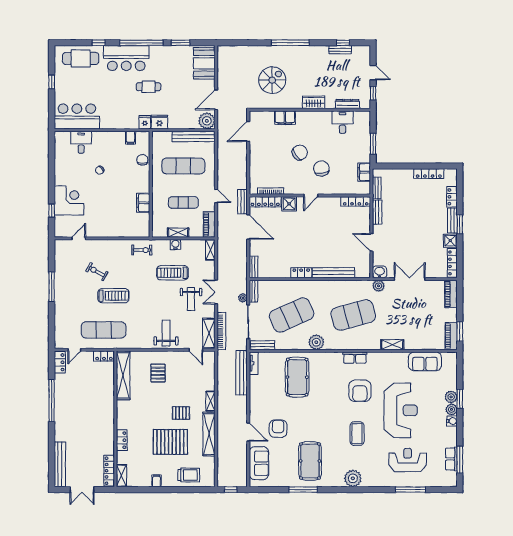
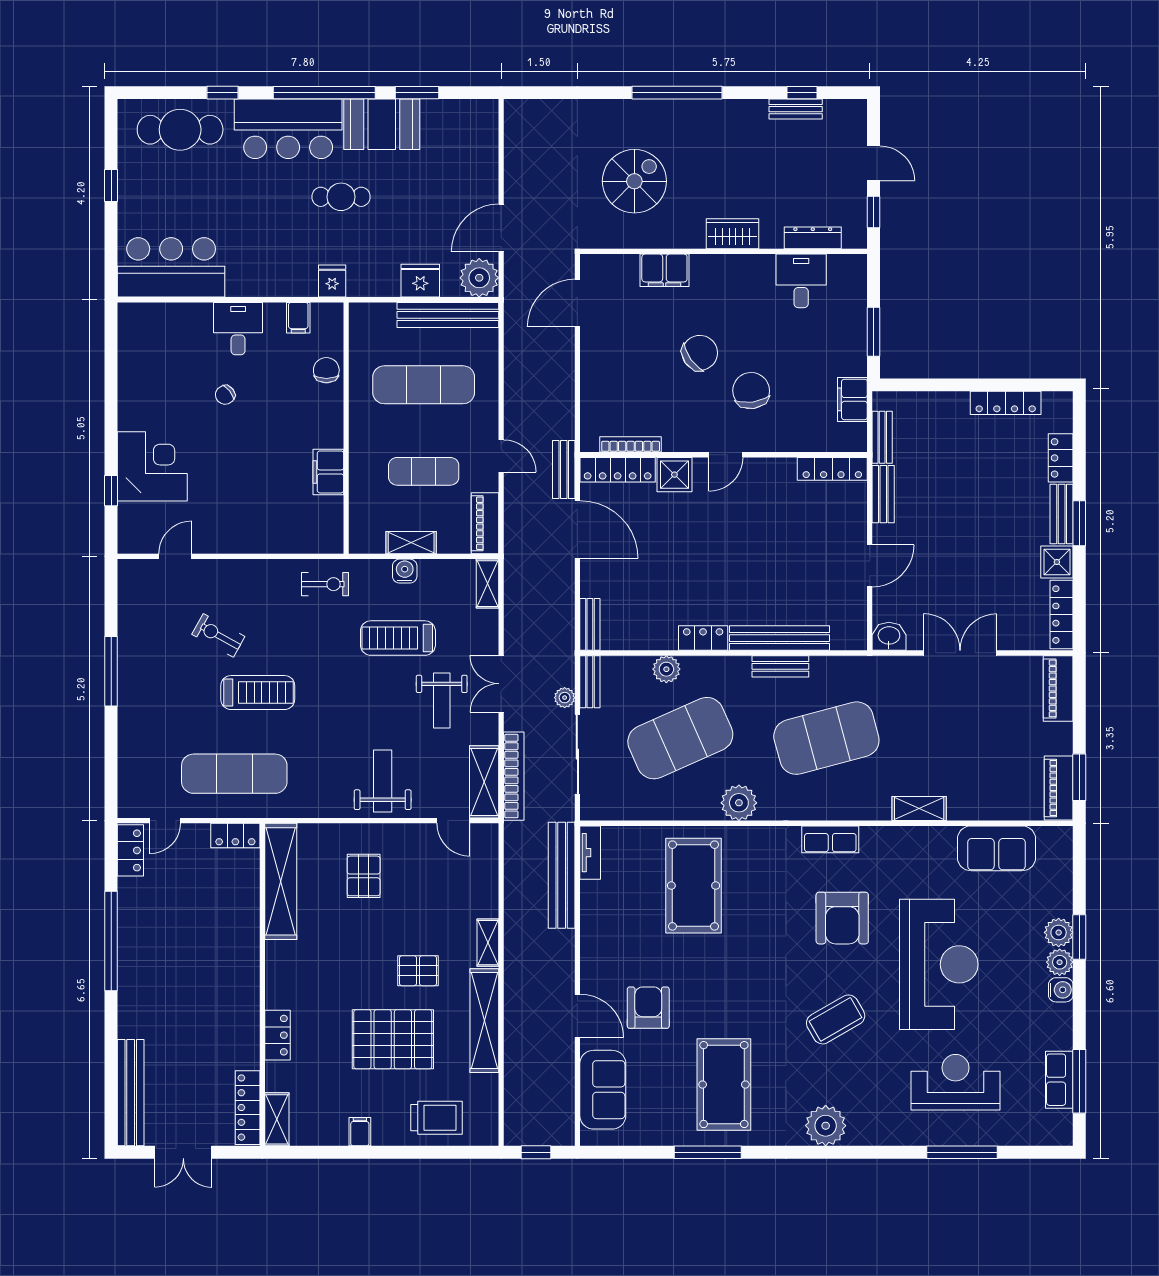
booth: (204, 63) -> (382, 124), moved, turned 90
fridge: (159, 122) -> (420, 281), moved
desk: (81, 142) -> (238, 329), moved
door: (371, 242) -> (870, 566), swing flipped
plant: (379, 286) -> (666, 669), moved
bench: (263, 345) -> (780, 666), moved
coffee table: (357, 434) -> (836, 1019), turned 60

